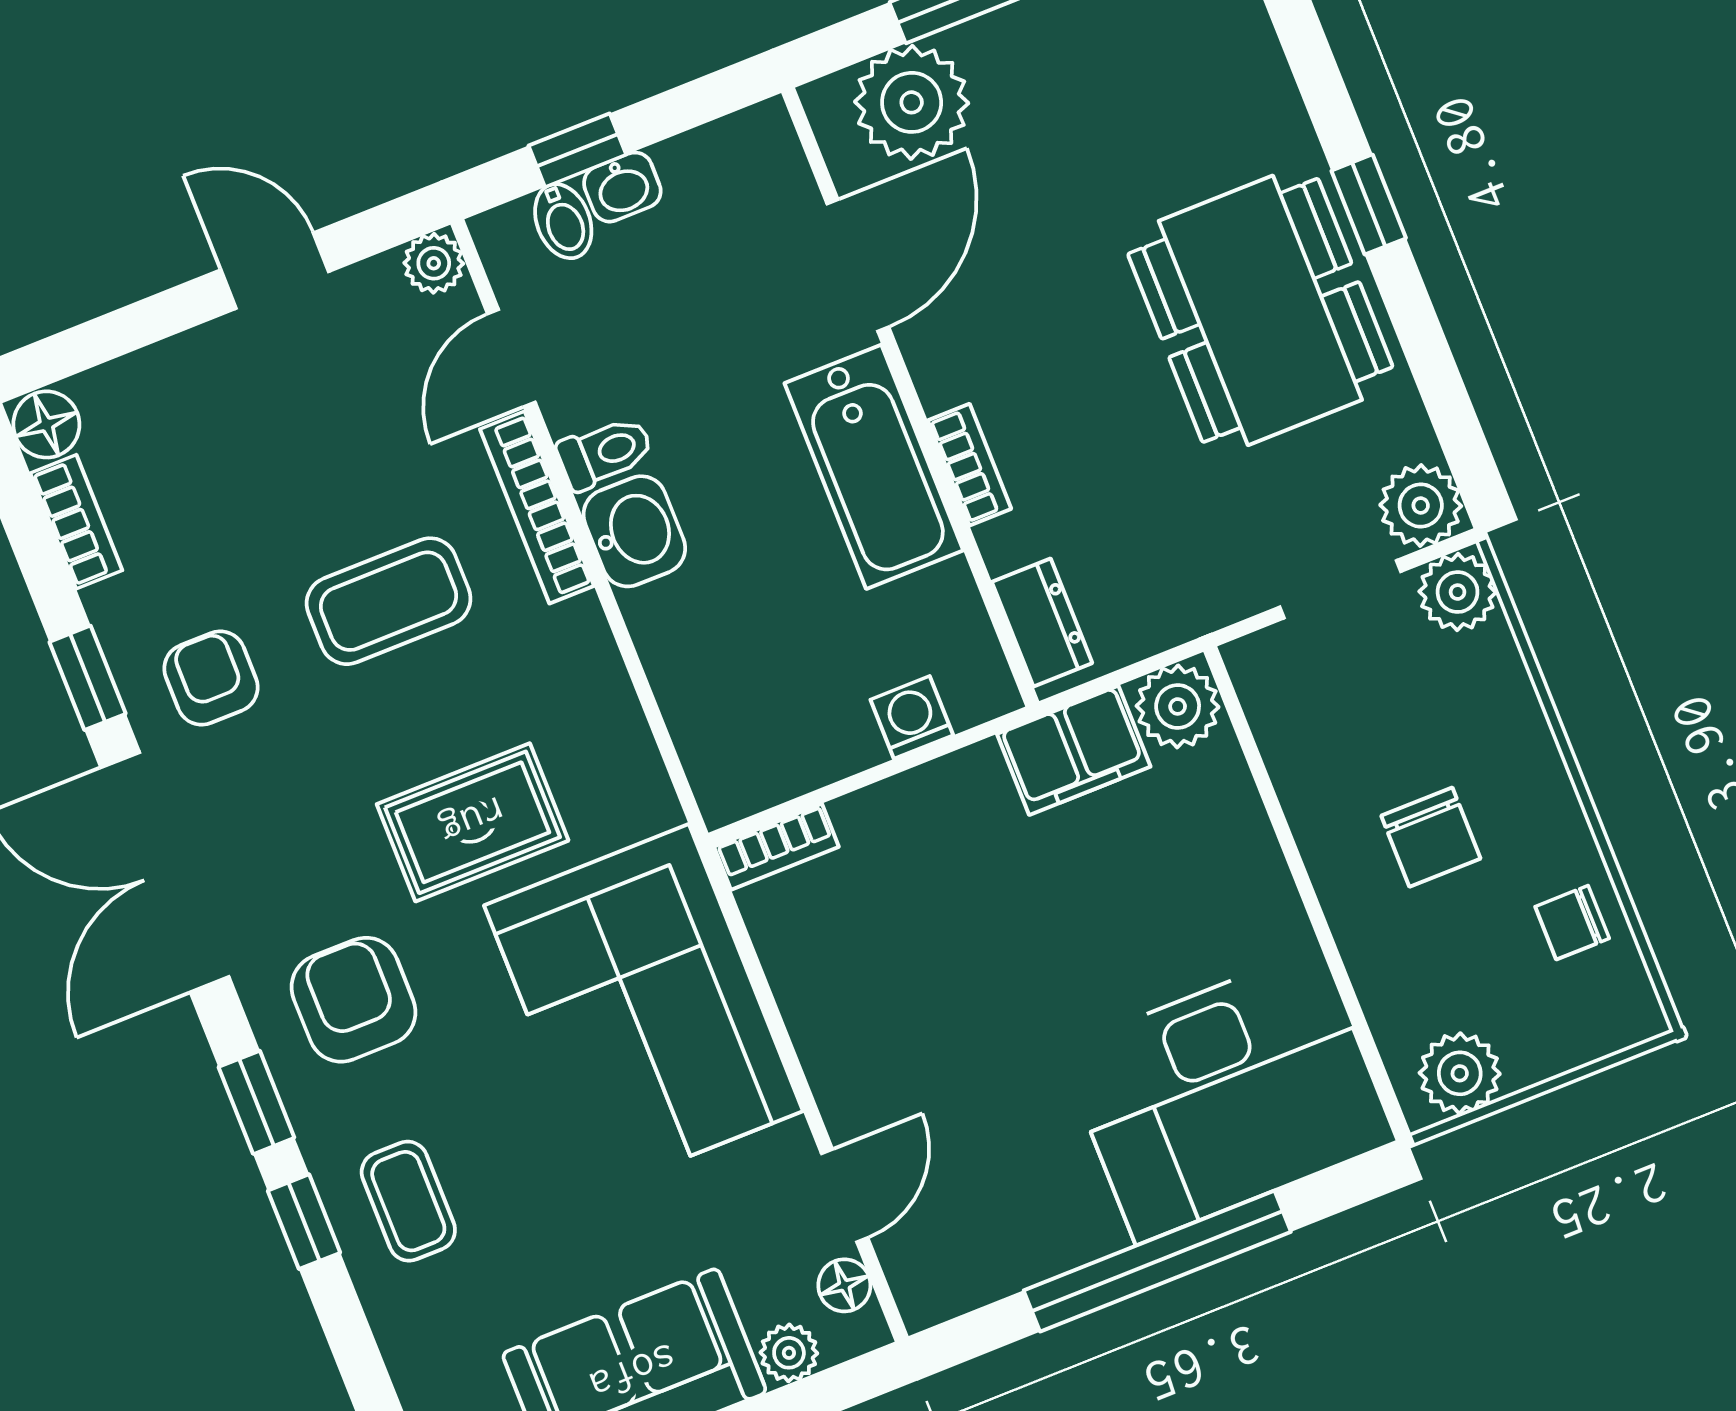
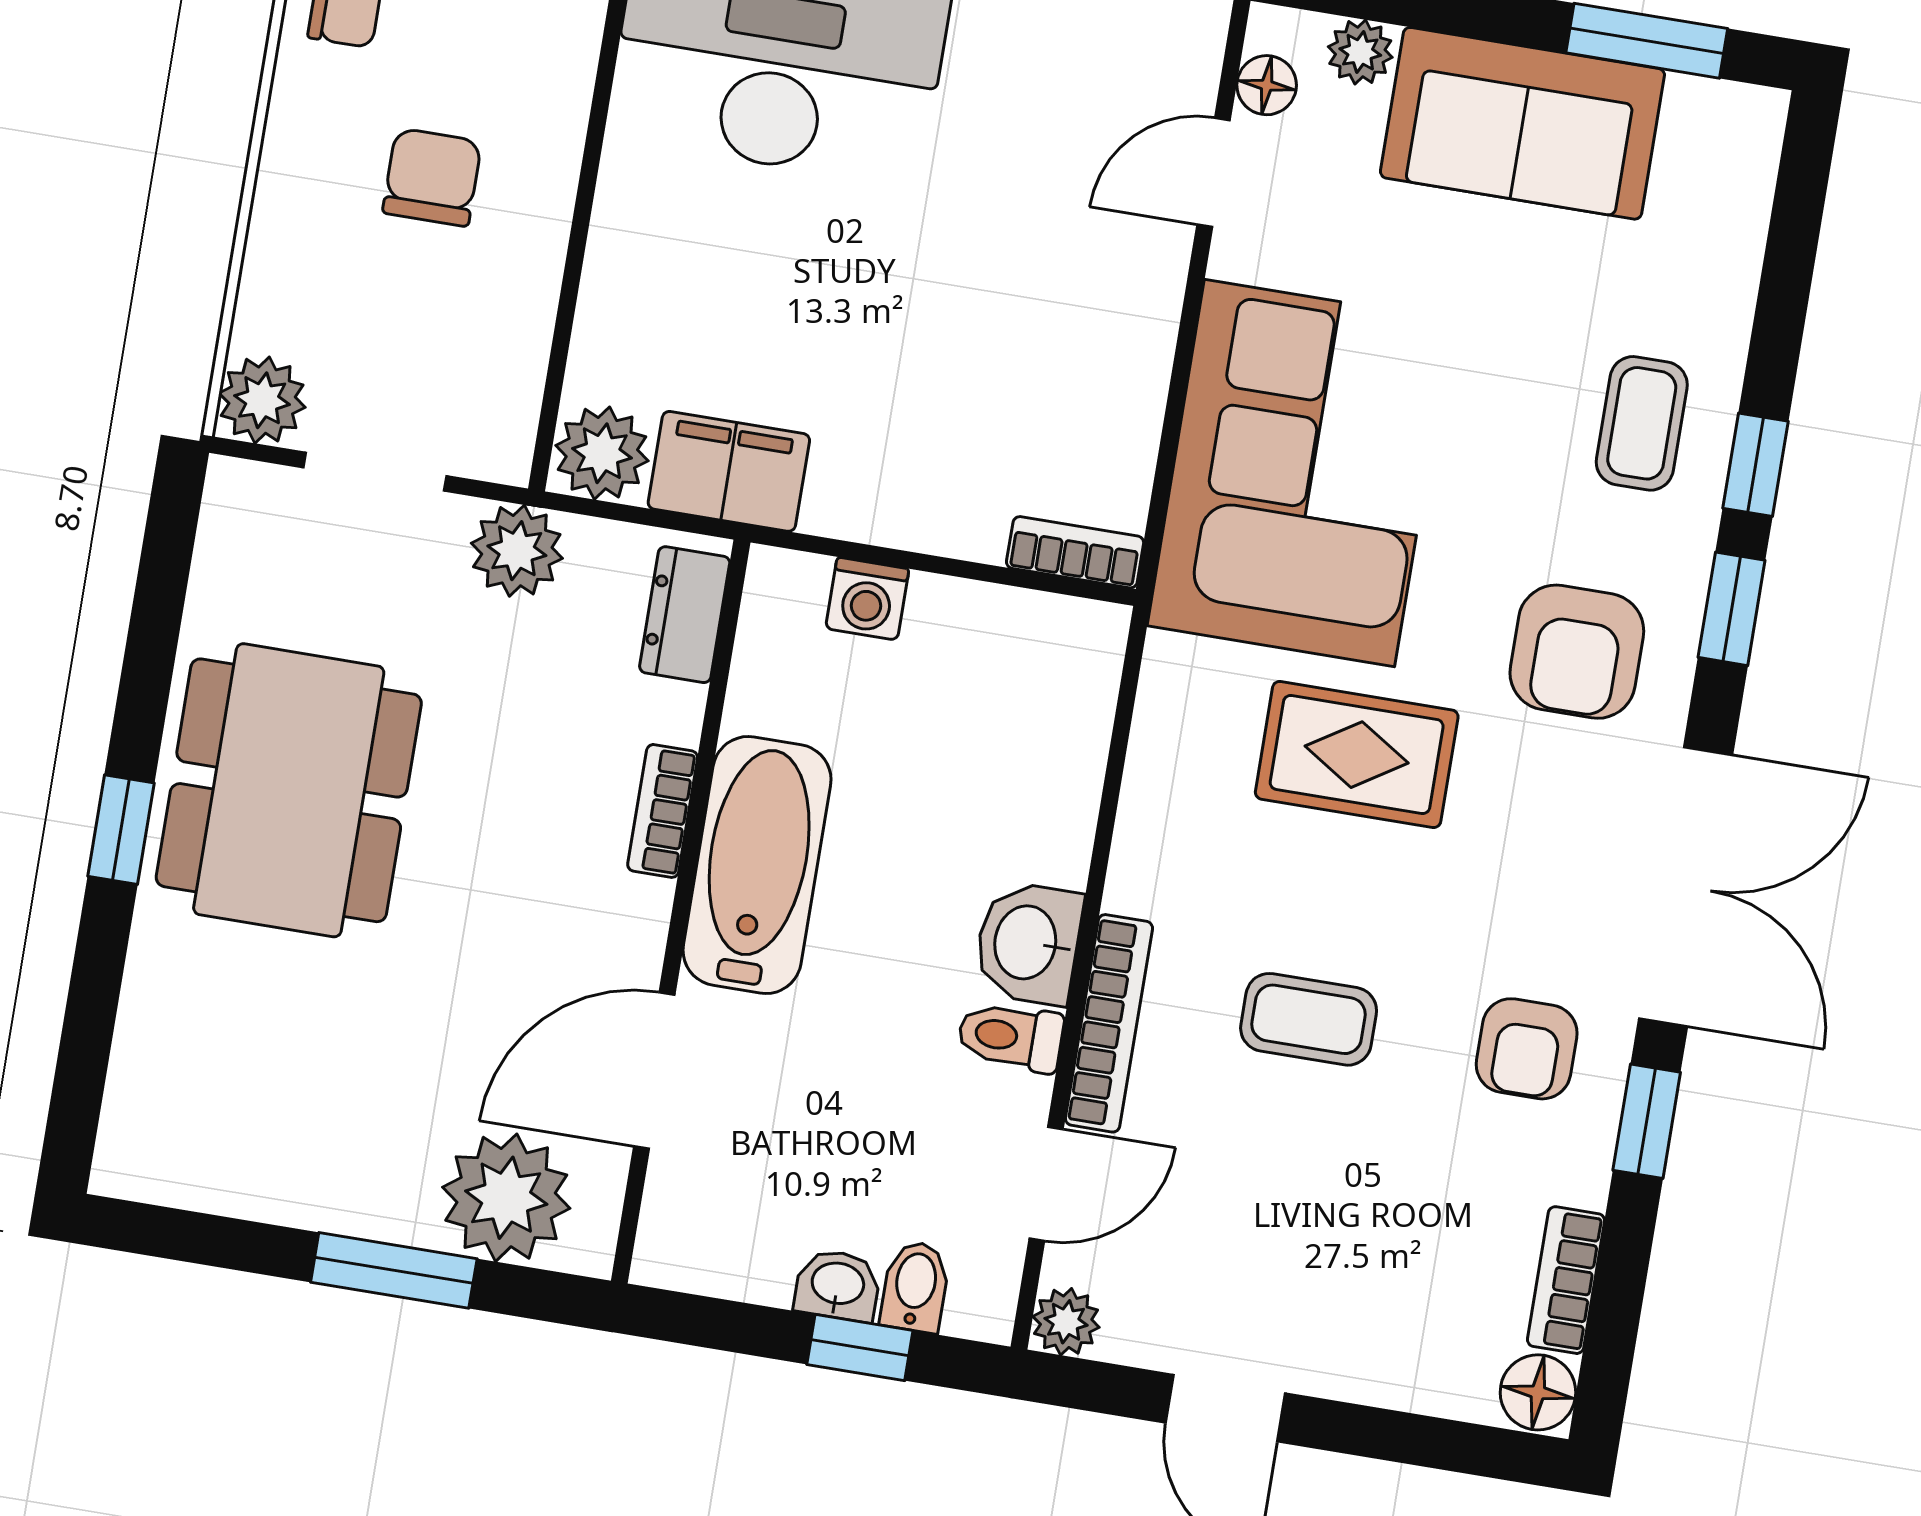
plant: (1421, 506) -> (517, 551), moved
coffee table: (389, 601) -> (1309, 1019), width x0.73, depth x0.77

